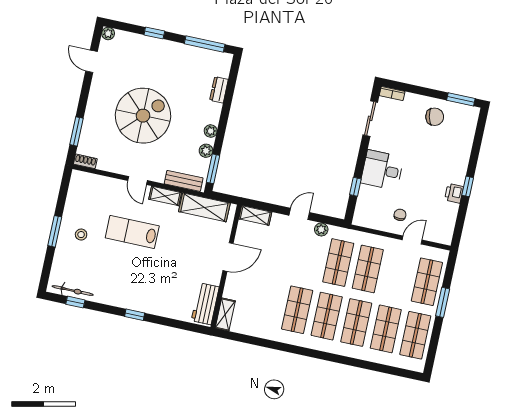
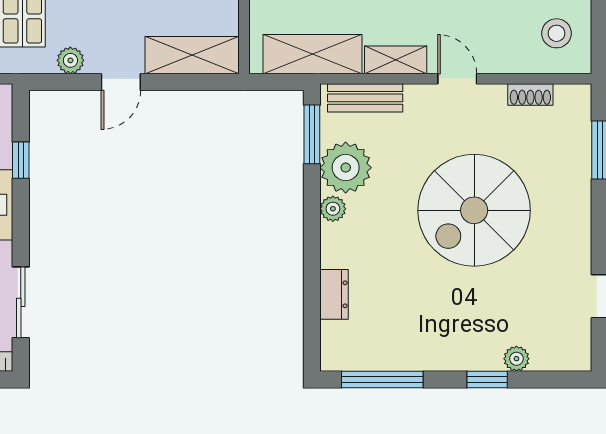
plant: (108, 34) -> (516, 359), moved
plant: (206, 151) -> (346, 168), width x1.88, depth x1.88
shoe rack: (85, 161) -> (530, 94), moved
stool: (85, 192) -> (557, 33), added
shelving: (255, 216) -> (192, 55), width x1.50, depth x1.33

